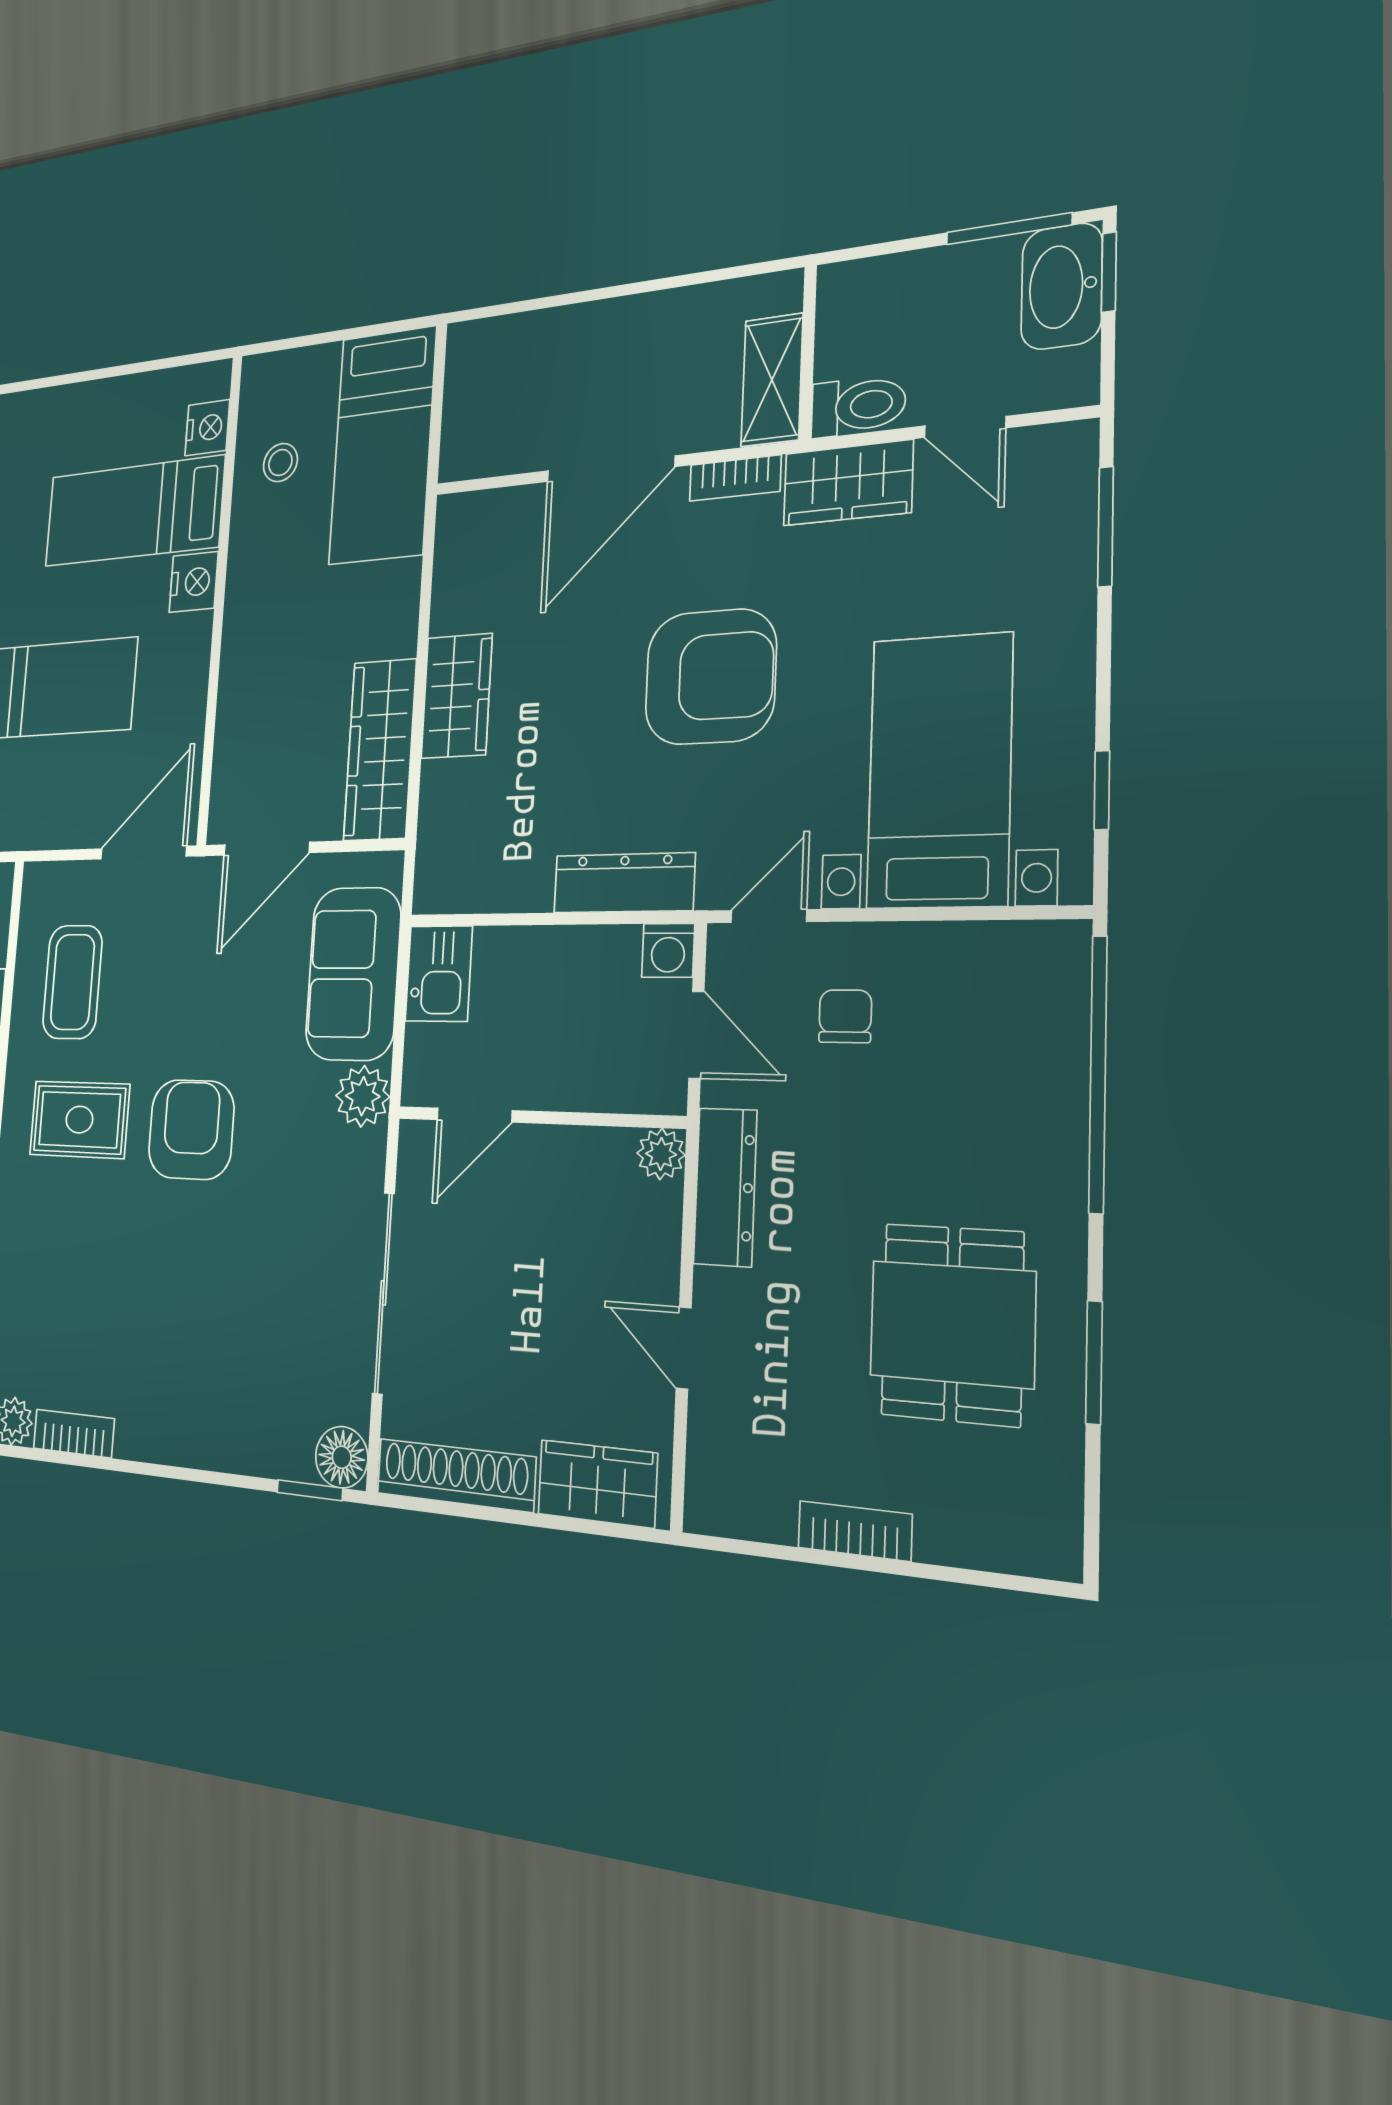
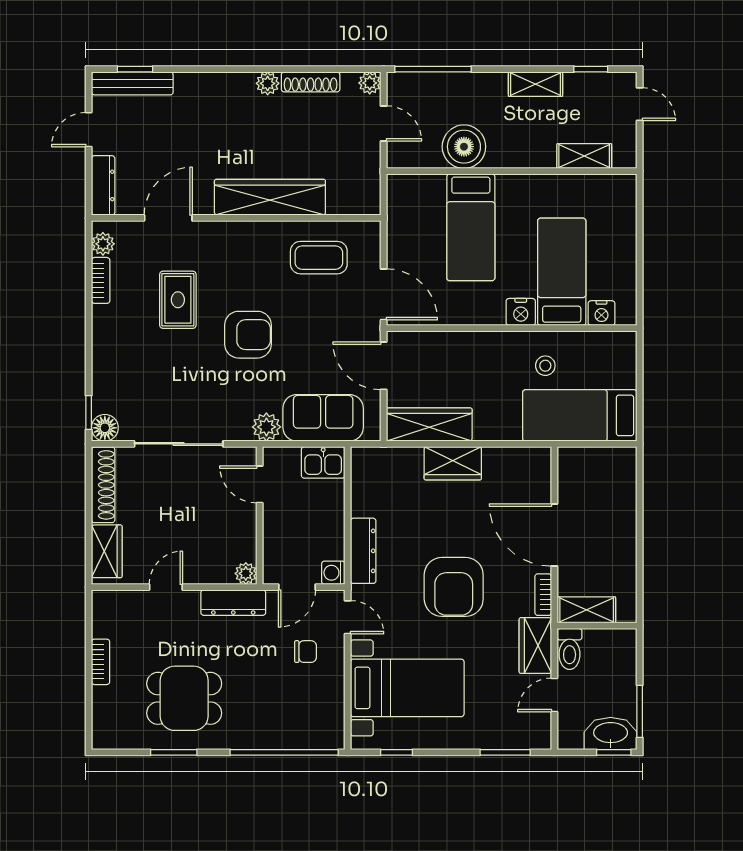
stool: (280, 463) -> (545, 366), moved
rug: (79, 1120) -> (178, 300), moved

